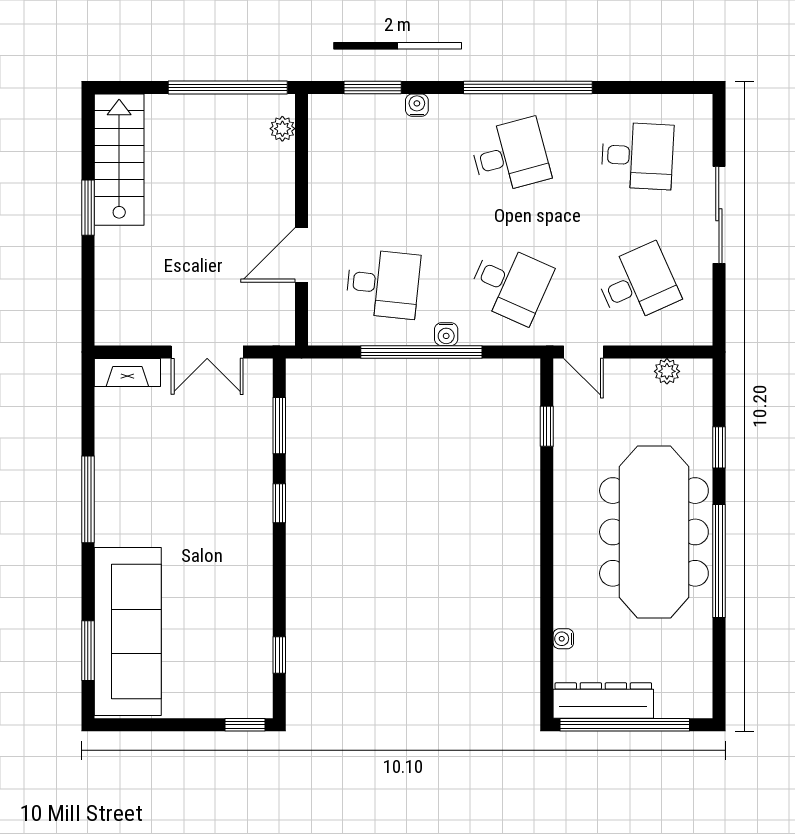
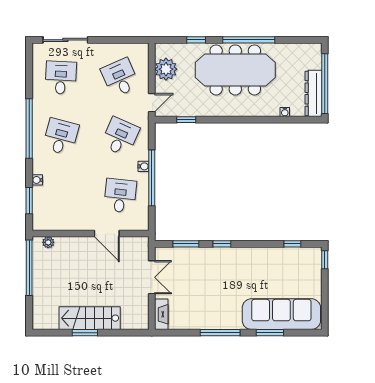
desk: (510, 156) -> (61, 137), turned 30
stairs: (119, 160) -> (90, 318), moved
sliding door: (719, 215) -> (65, 40), moved
plant: (667, 371) -> (166, 69), width x1.87, depth x1.87
window: (88, 651) -> (270, 333), moved

